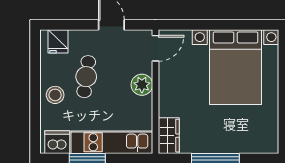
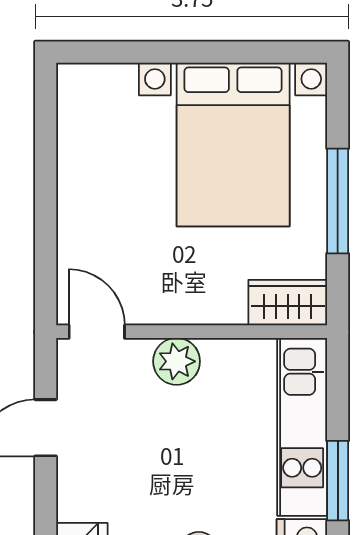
bed with nightstands: (236, 67) -> (233, 144), moved, turned 90
cafe table: (86, 77) -> (159, 483), removed

